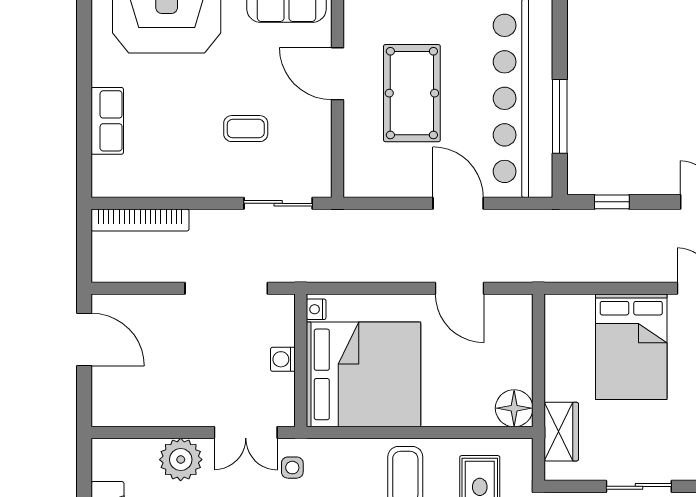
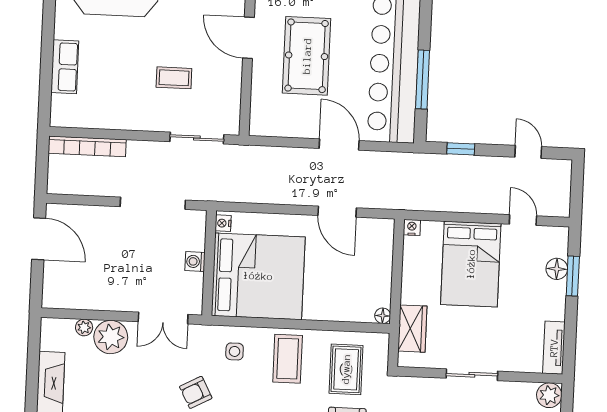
nightstand: (555, 304) -> (412, 227), added
floor lamp: (514, 408) -> (383, 316), width x0.53, depth x0.53
plant: (146, 449) -> (84, 327), added
side table: (292, 468) -> (235, 351), moved

